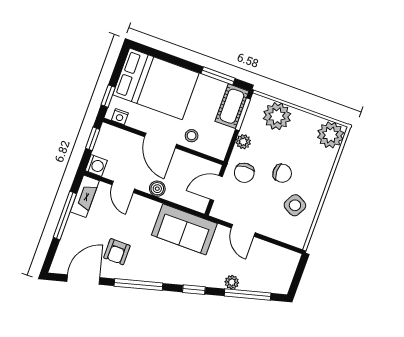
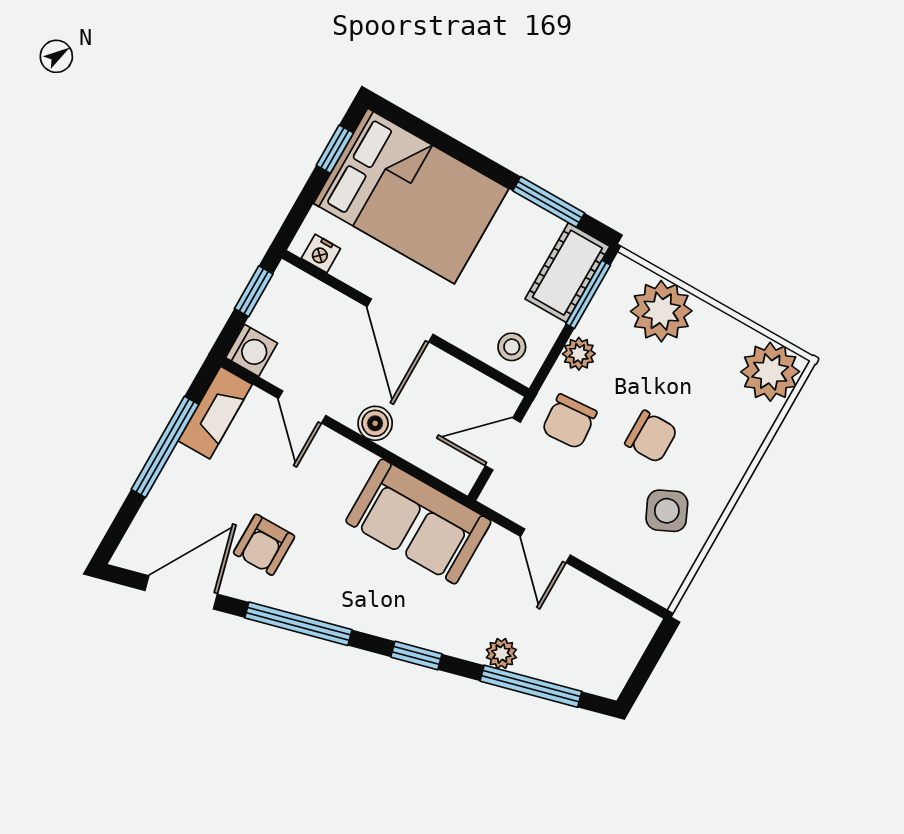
window: (108, 96) -> (335, 149), moved
stool: (192, 136) -> (512, 347), moved
side table: (295, 205) -> (667, 511), turned 36

